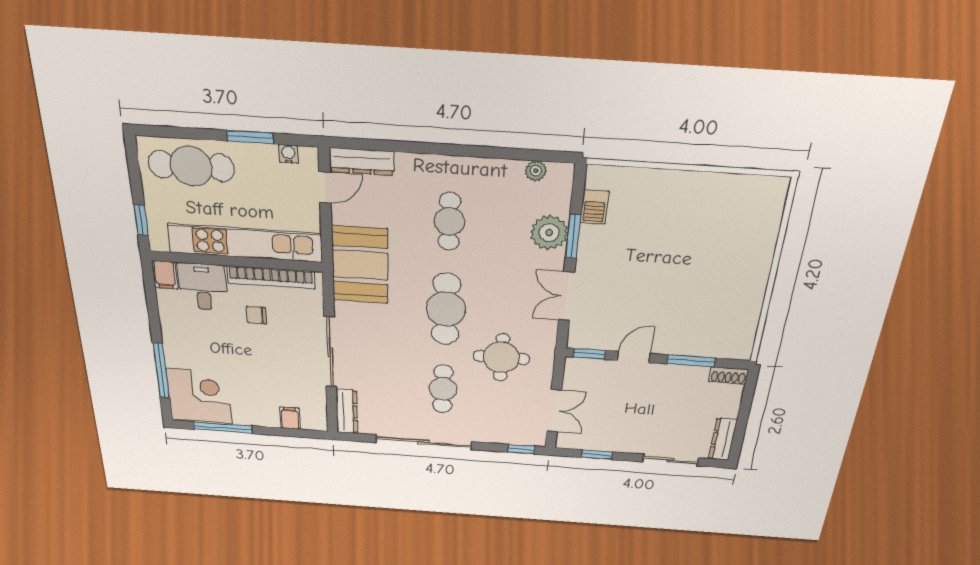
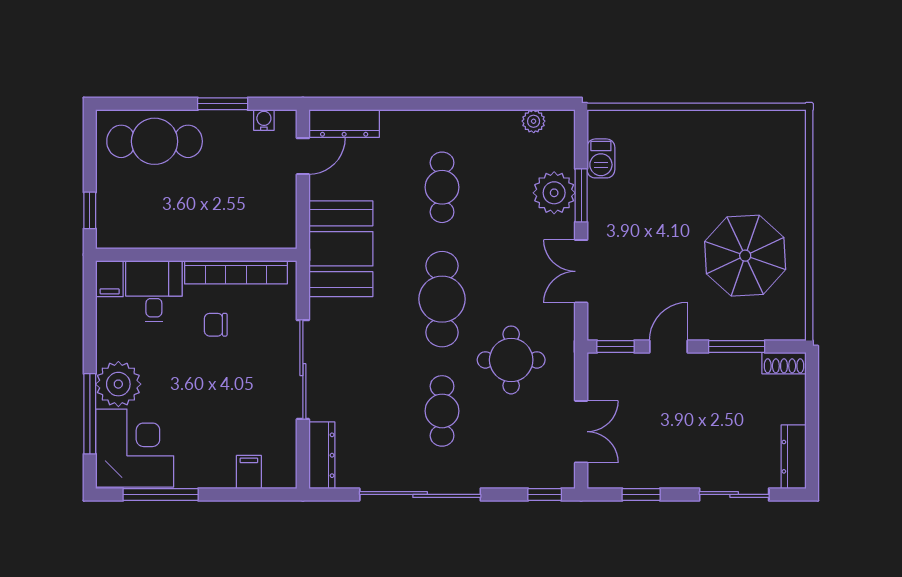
kitchen unit: (245, 243) -> (208, 230), removed
parasol: (711, 294) -> (745, 256), added
plant: (181, 352) -> (118, 384), added

